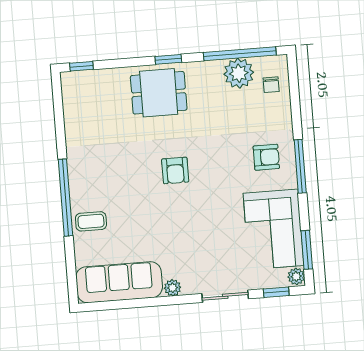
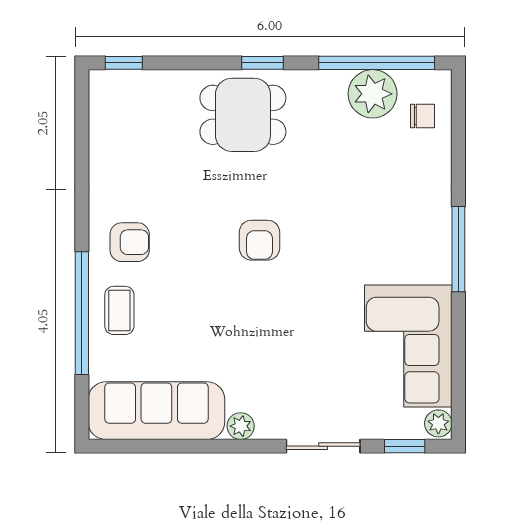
chair: (271, 85) -> (423, 116), turned -90
armchair: (266, 157) -> (130, 242), moved
window: (65, 198) -> (82, 313), moved
coffee table: (91, 221) -> (119, 310), turned 90
window: (307, 250) -> (458, 383), removed

